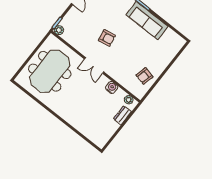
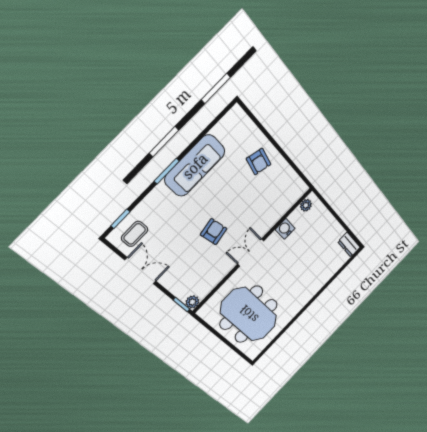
double door: (94, 65) -> (251, 253), swing flipped
armchair: (144, 76) -> (259, 162), moved
dresser: (122, 115) -> (349, 245), moved

